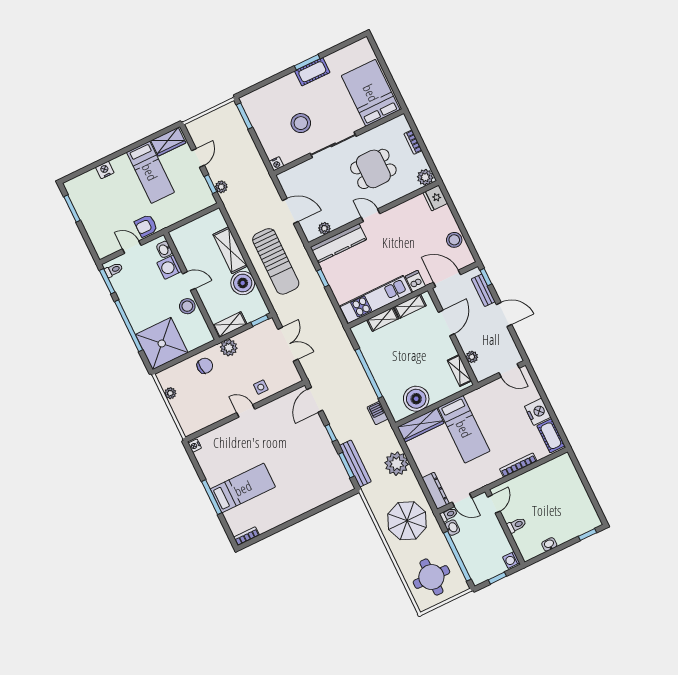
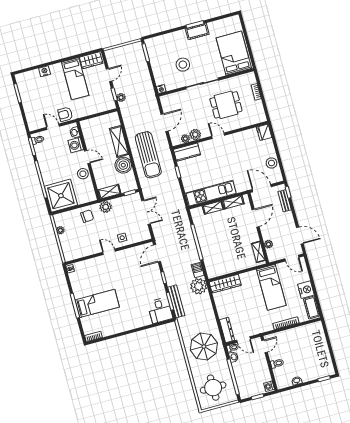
plant: (425, 177) -> (195, 135), moved
door: (290, 211) -> (165, 123), hinge flipped
kitchen counter: (338, 243) -> (187, 152), width x0.67
dishwasher: (415, 281) -> (240, 186), removed
door: (504, 314) -> (300, 236), moved
boiler: (416, 399) -> (226, 265), removed
bed: (464, 429) -> (271, 287), moved
plant: (397, 464) -> (199, 286), moved
desk: (335, 481) -> (160, 310), added

